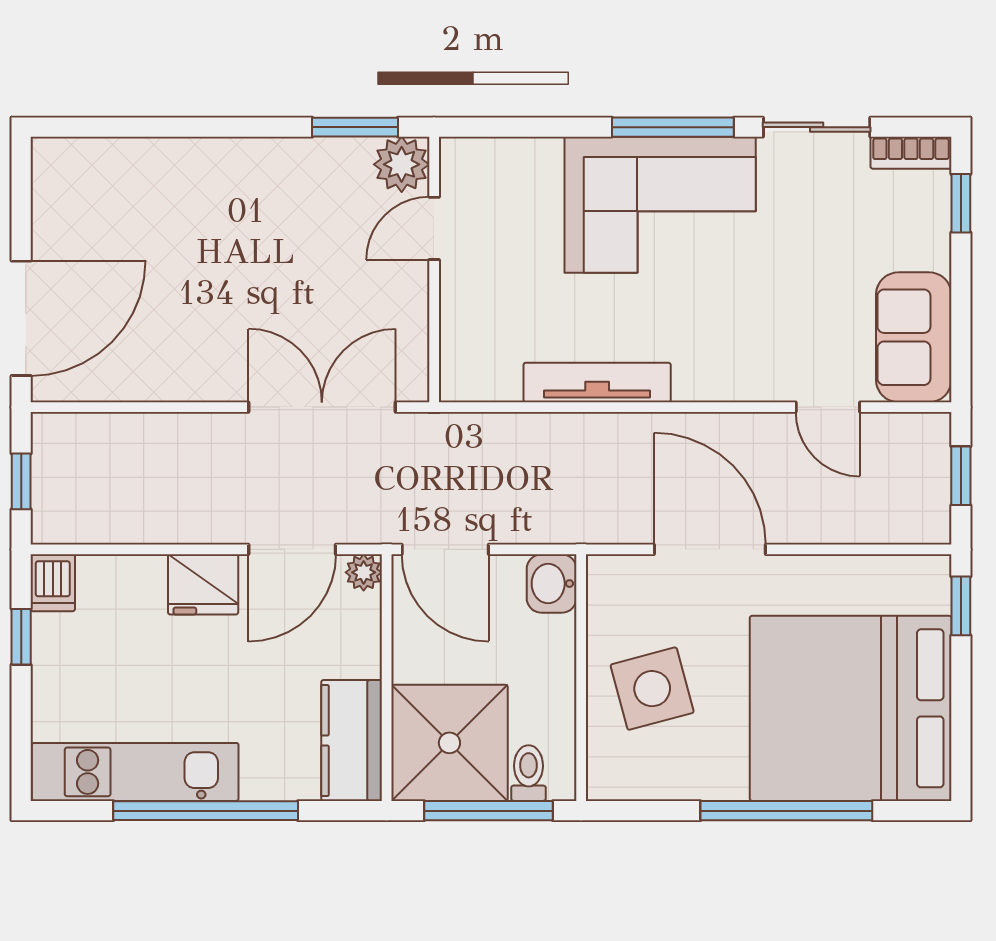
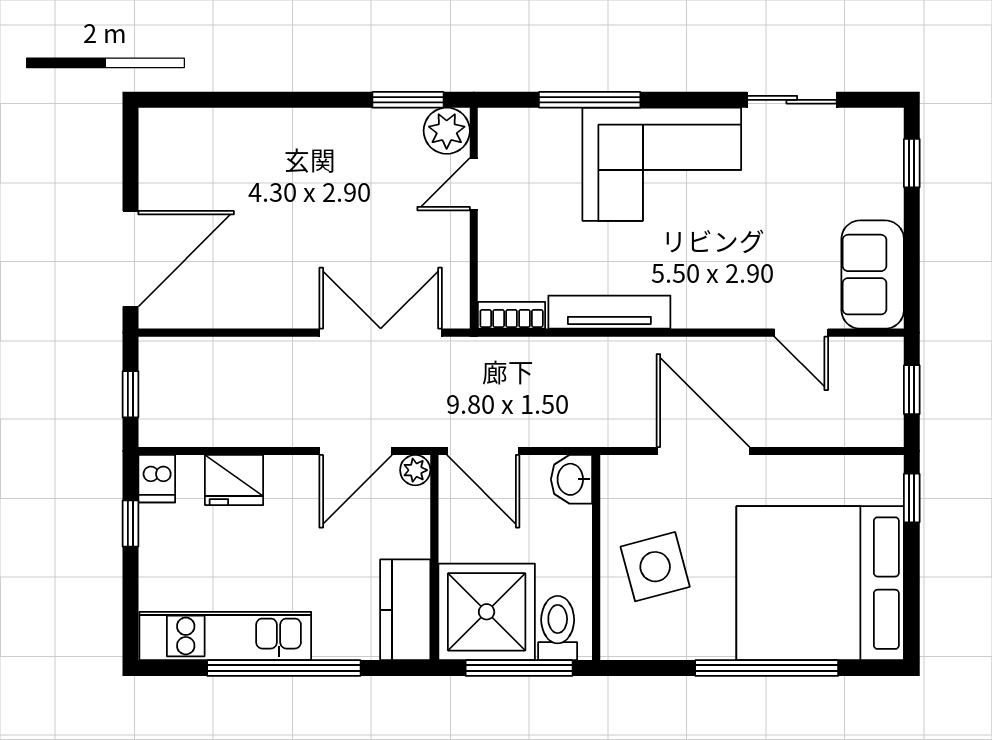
window: (673, 127) -> (590, 100), moved
bookcase: (911, 153) -> (512, 315), moved, turned 180
fridge: (203, 584) -> (234, 480), moved
toilet: (529, 773) -> (558, 628), width x1.37, depth x1.39

